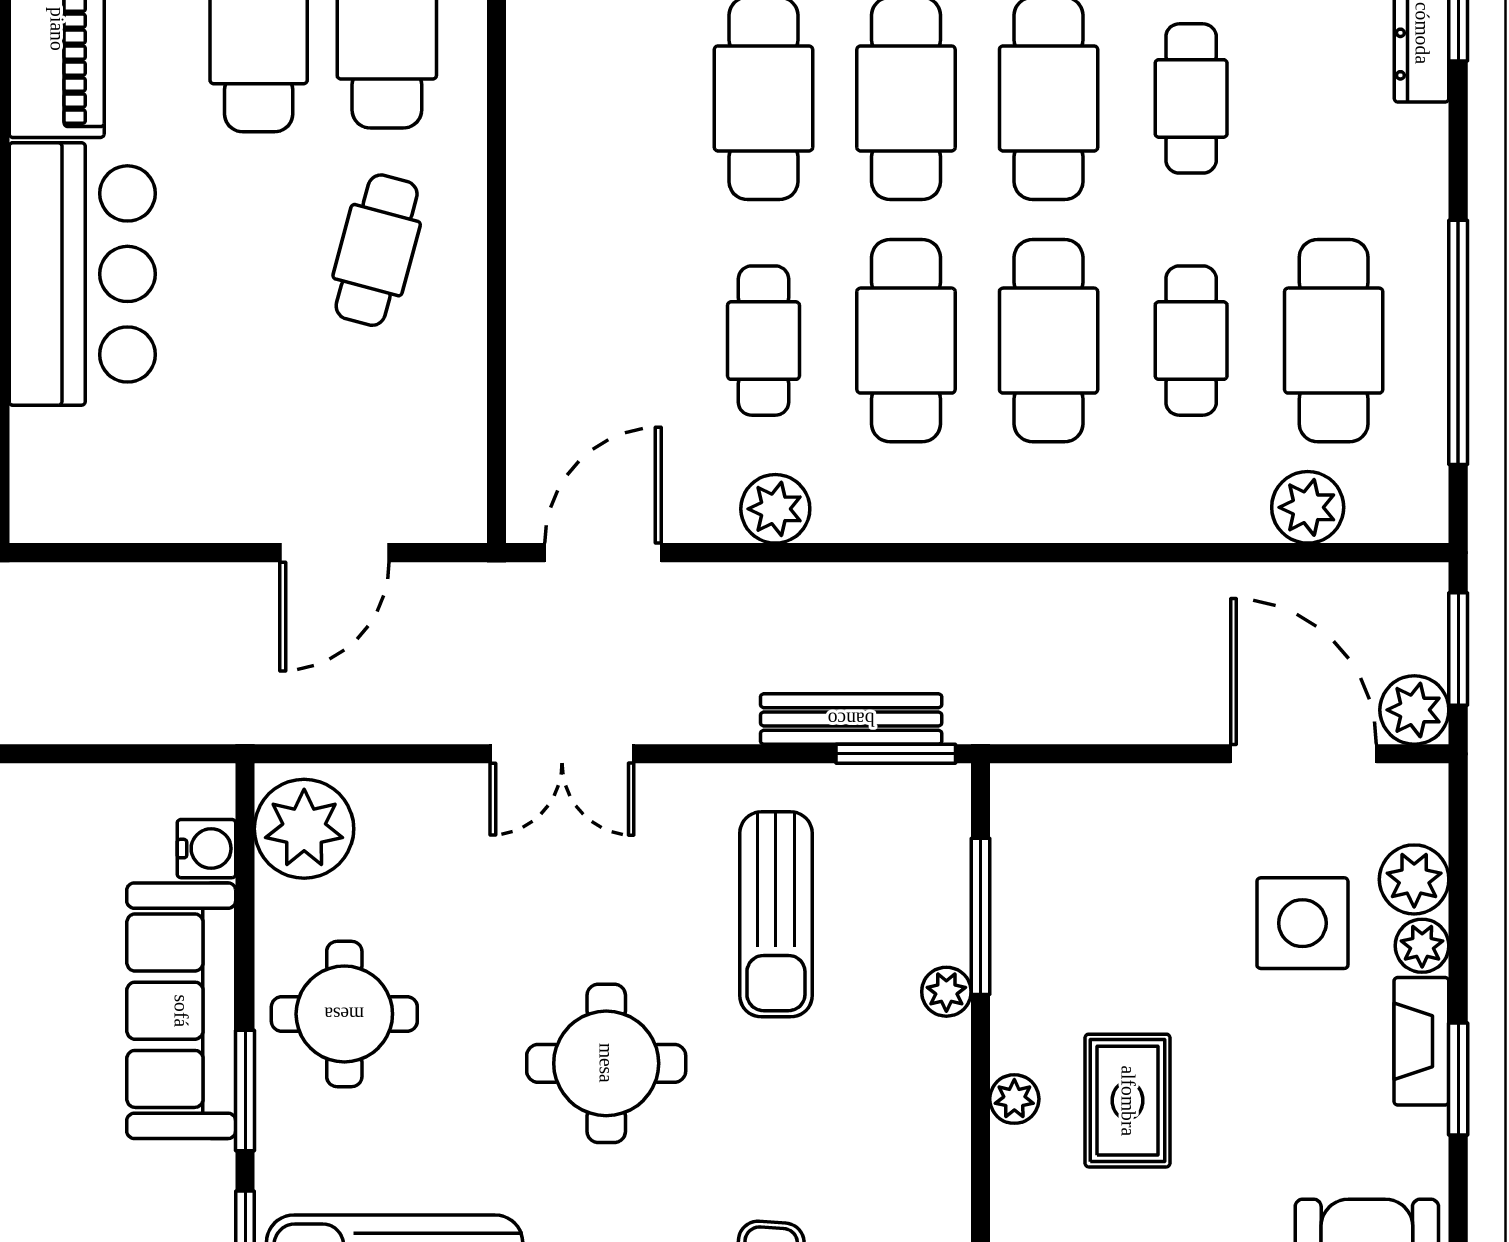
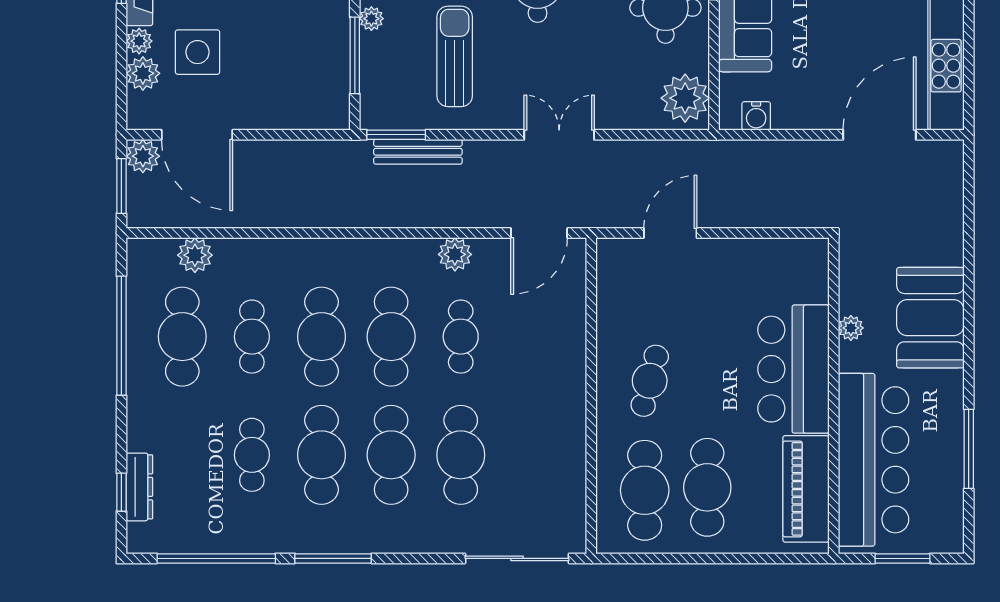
water cooler: (206, 849) -> (756, 116), moved, turned -90

